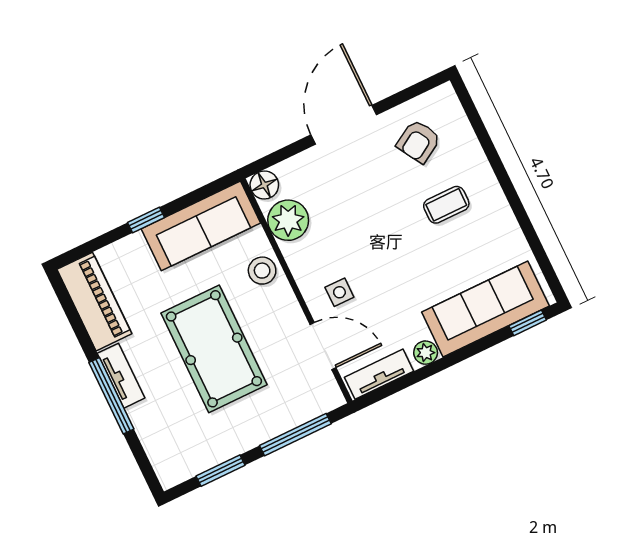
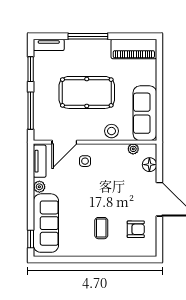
armchair: (418, 141) -> (136, 229), turned 121
floor lamp: (264, 185) -> (149, 165), moved
window: (146, 220) -> (159, 90), removed
plant: (288, 220) -> (133, 149), width x0.53, depth x0.53
tv unit: (121, 376) -> (49, 45), moved

